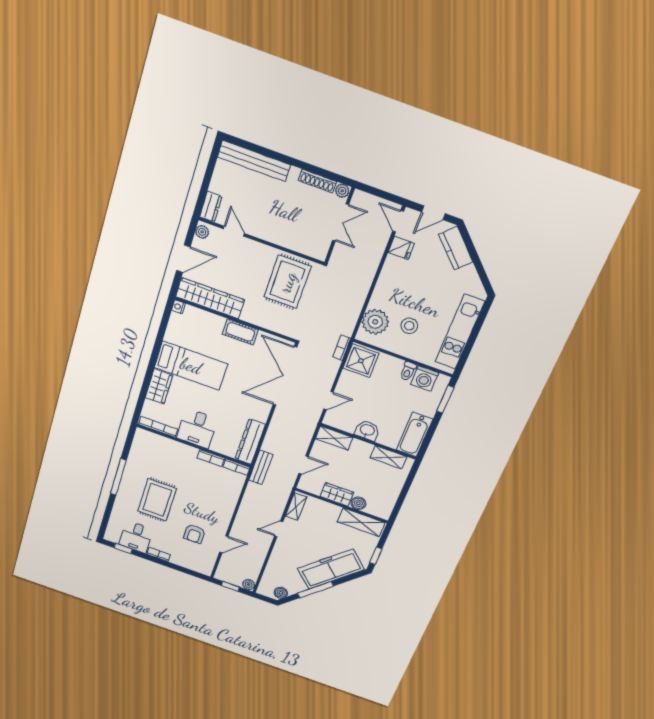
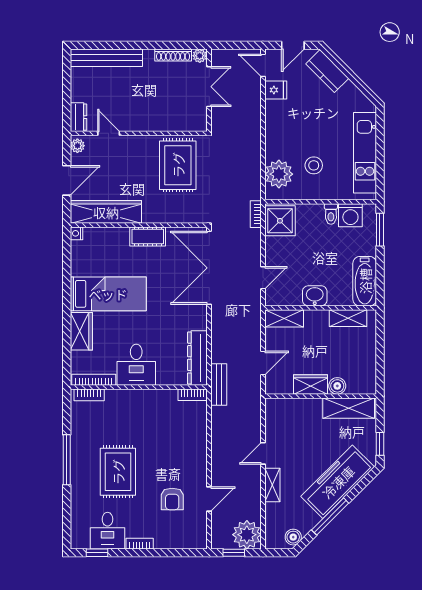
bookcase: (211, 458) -> (89, 395), moved
shelving: (296, 507) -> (272, 485), moved
plant: (249, 585) -> (247, 535), width x1.88, depth x1.88

